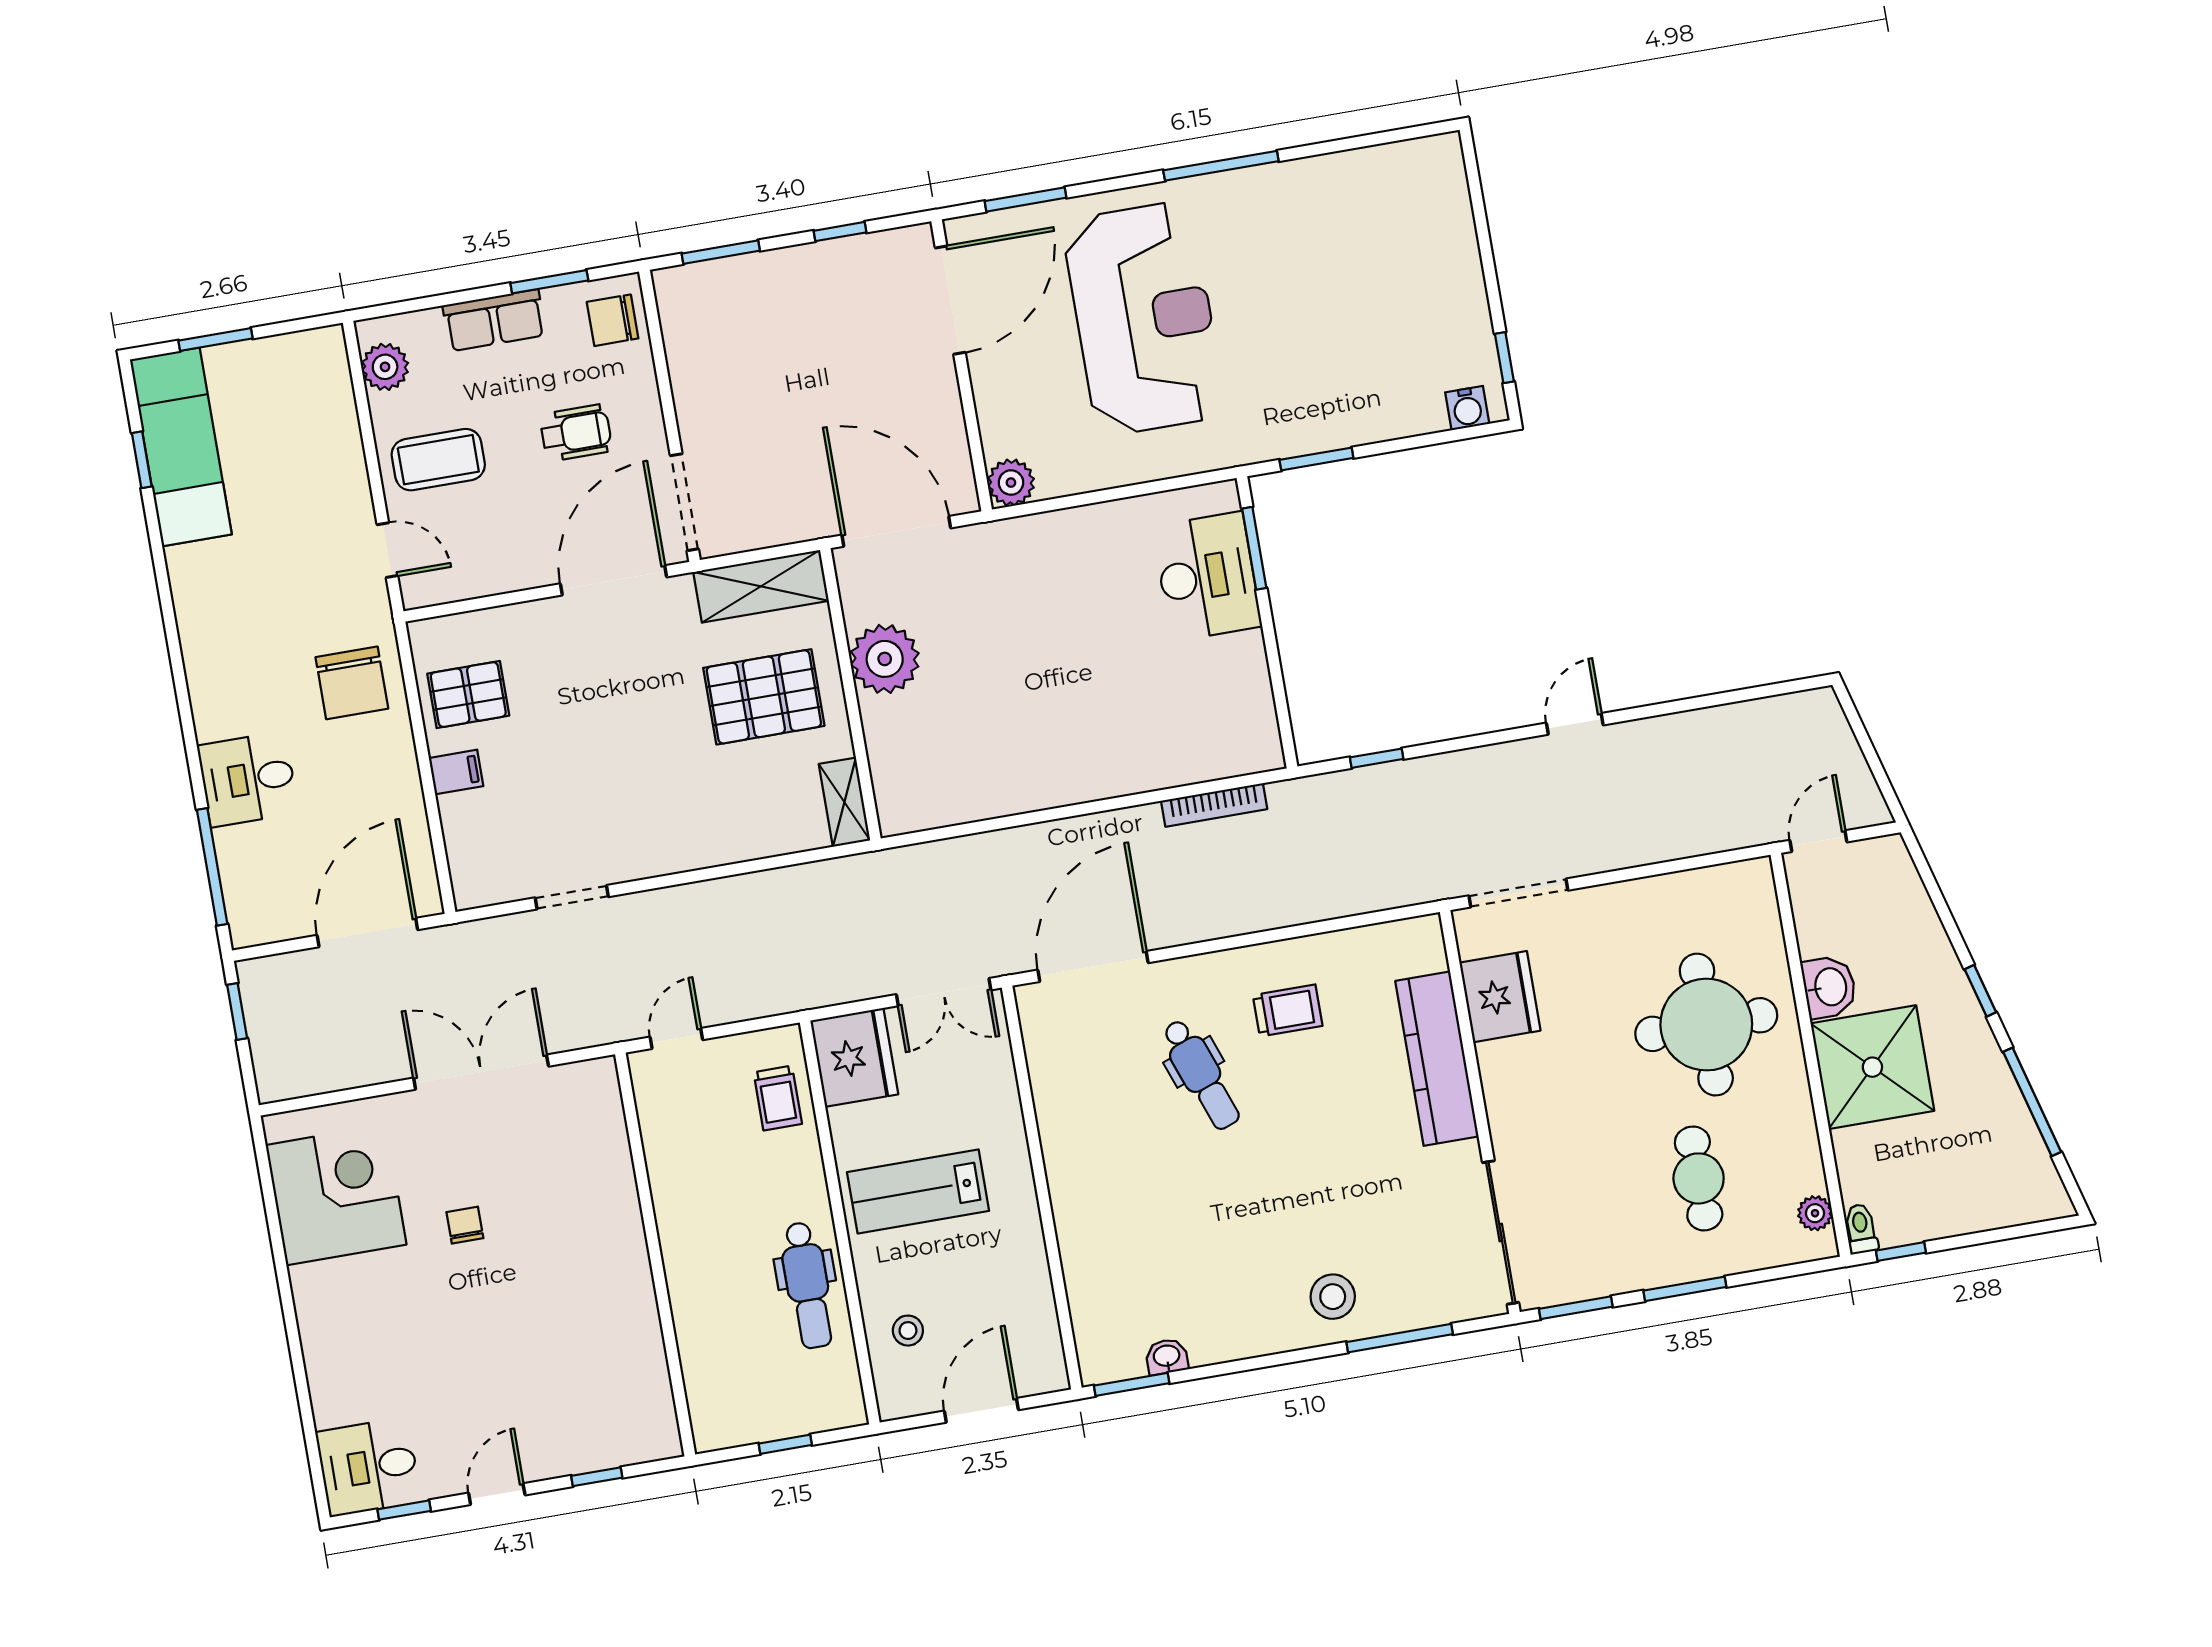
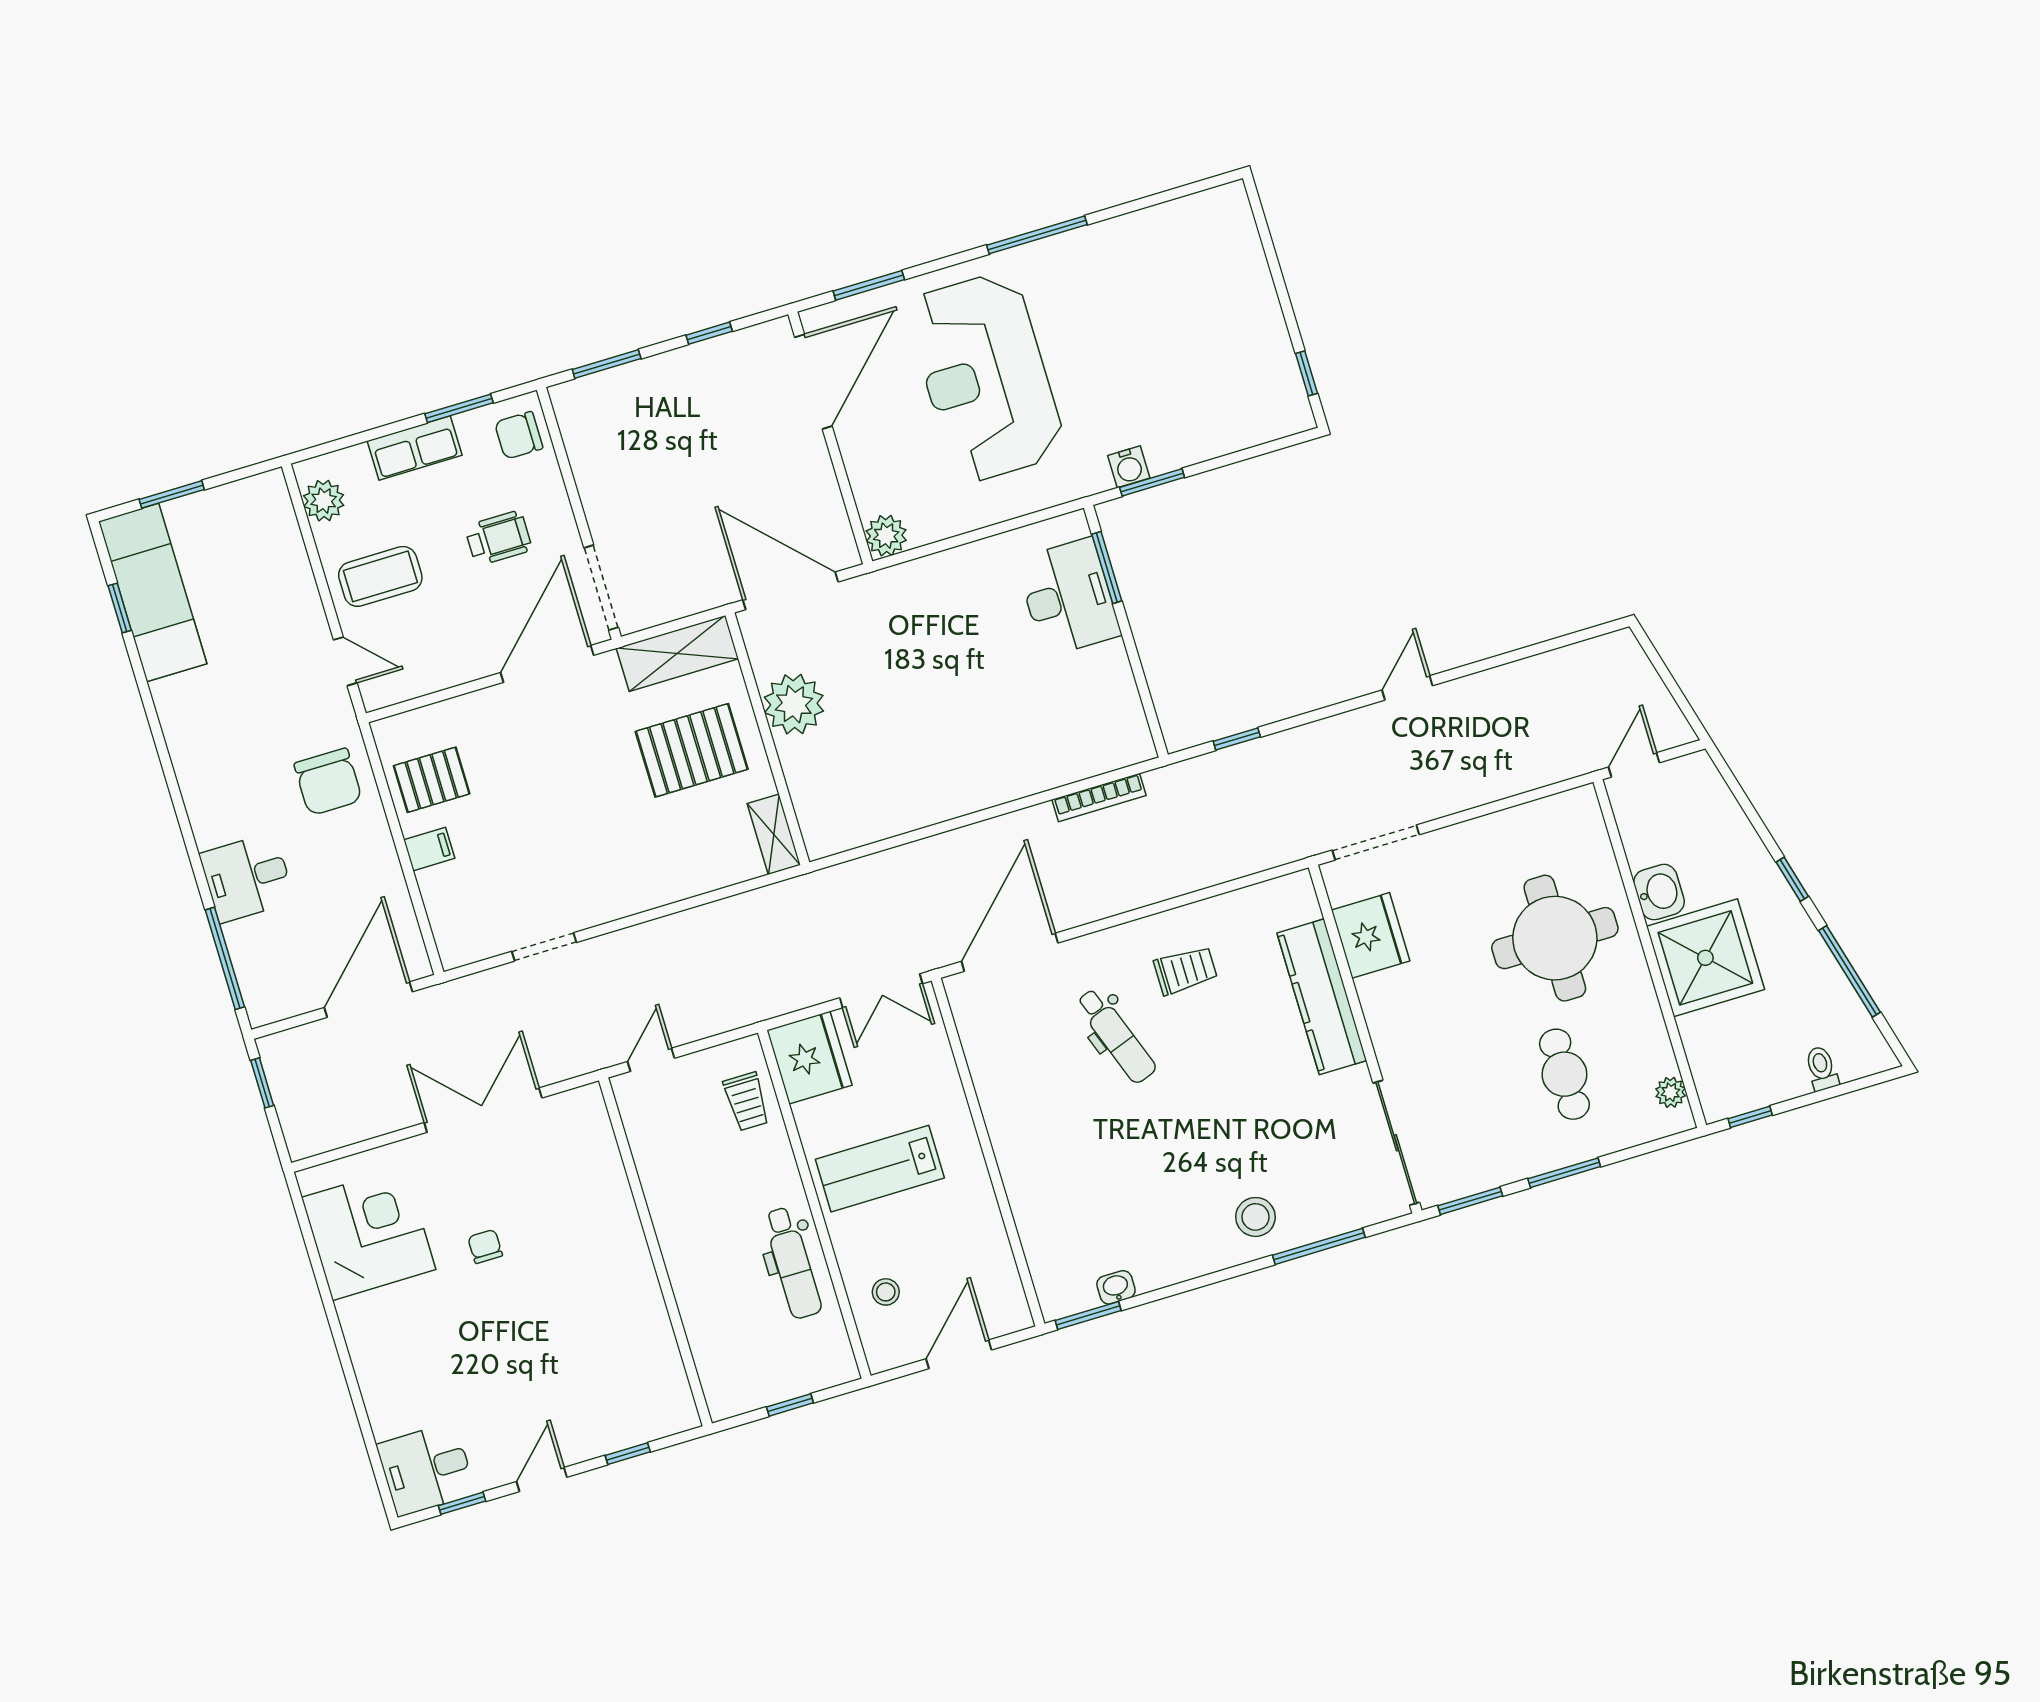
reception desk: (1144, 318) -> (986, 377), turned 180
water cooler: (1467, 408) -> (1129, 467), moved
toilet: (1861, 1229) -> (1822, 1068), moved

